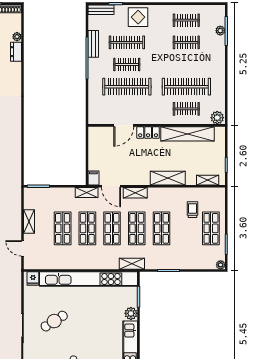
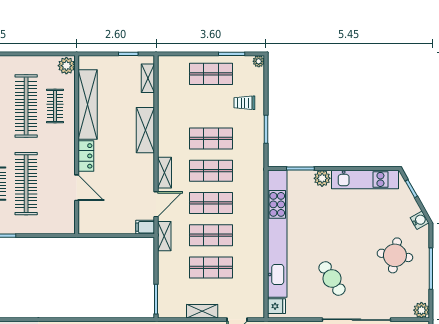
trolley: (192, 210) -> (244, 103), moved
shelving: (132, 264) -> (257, 177), removed

